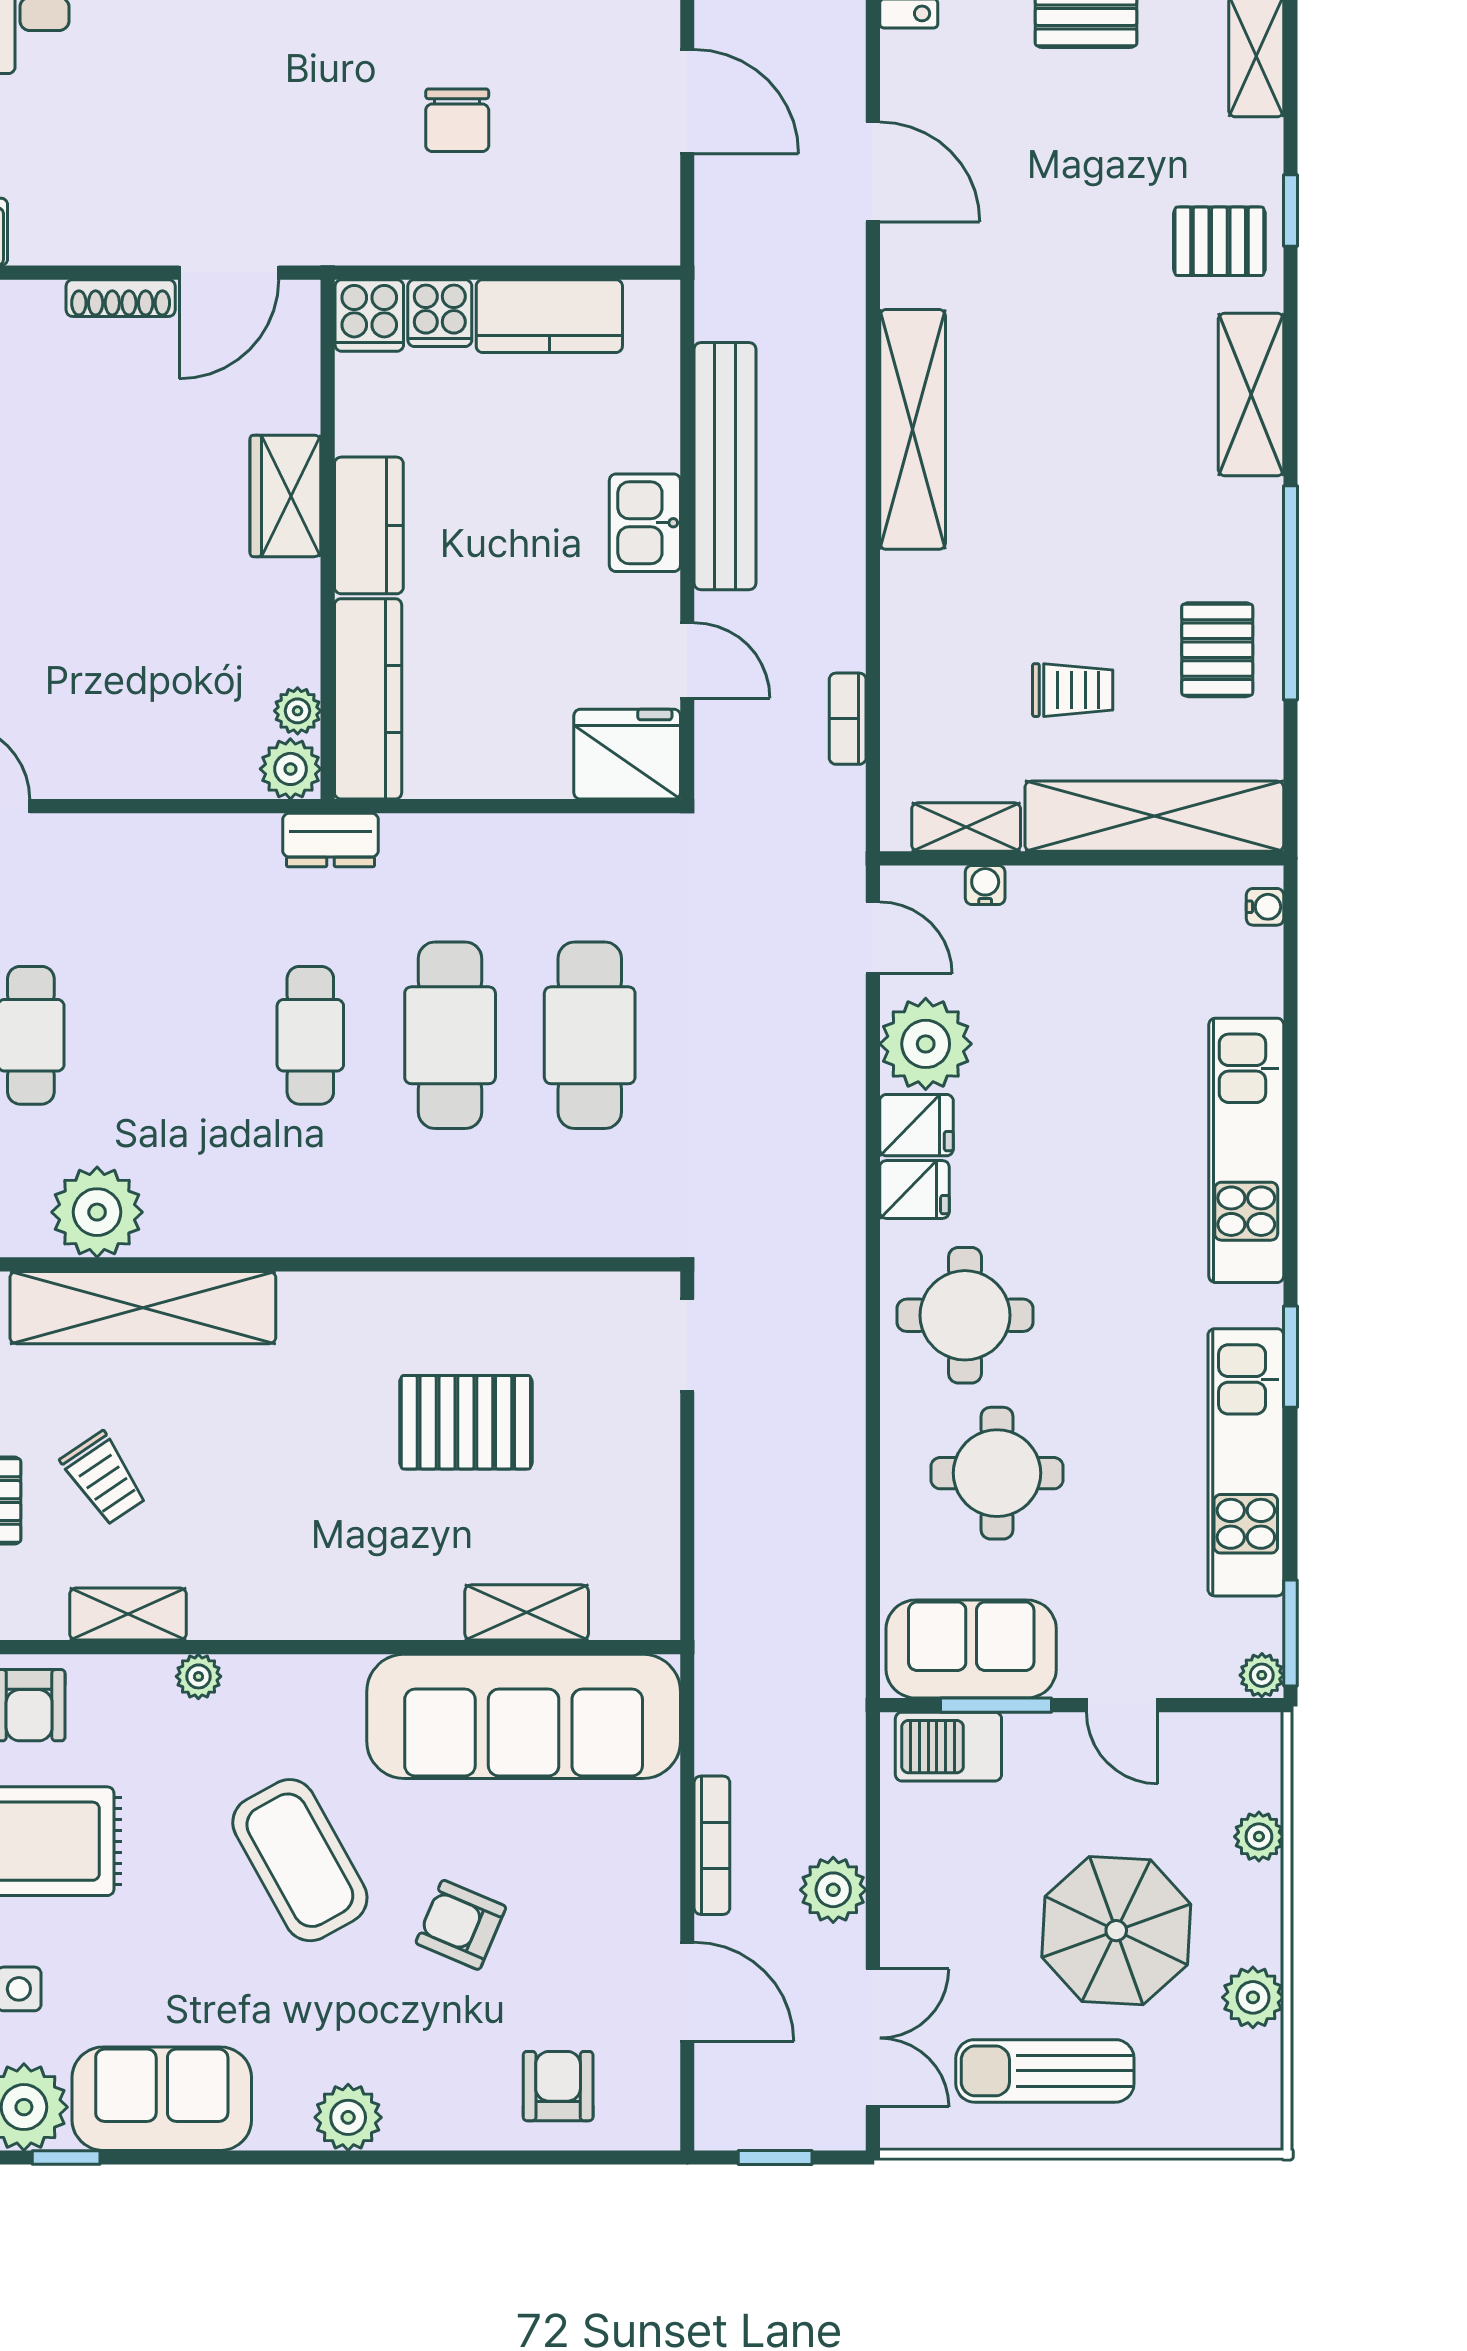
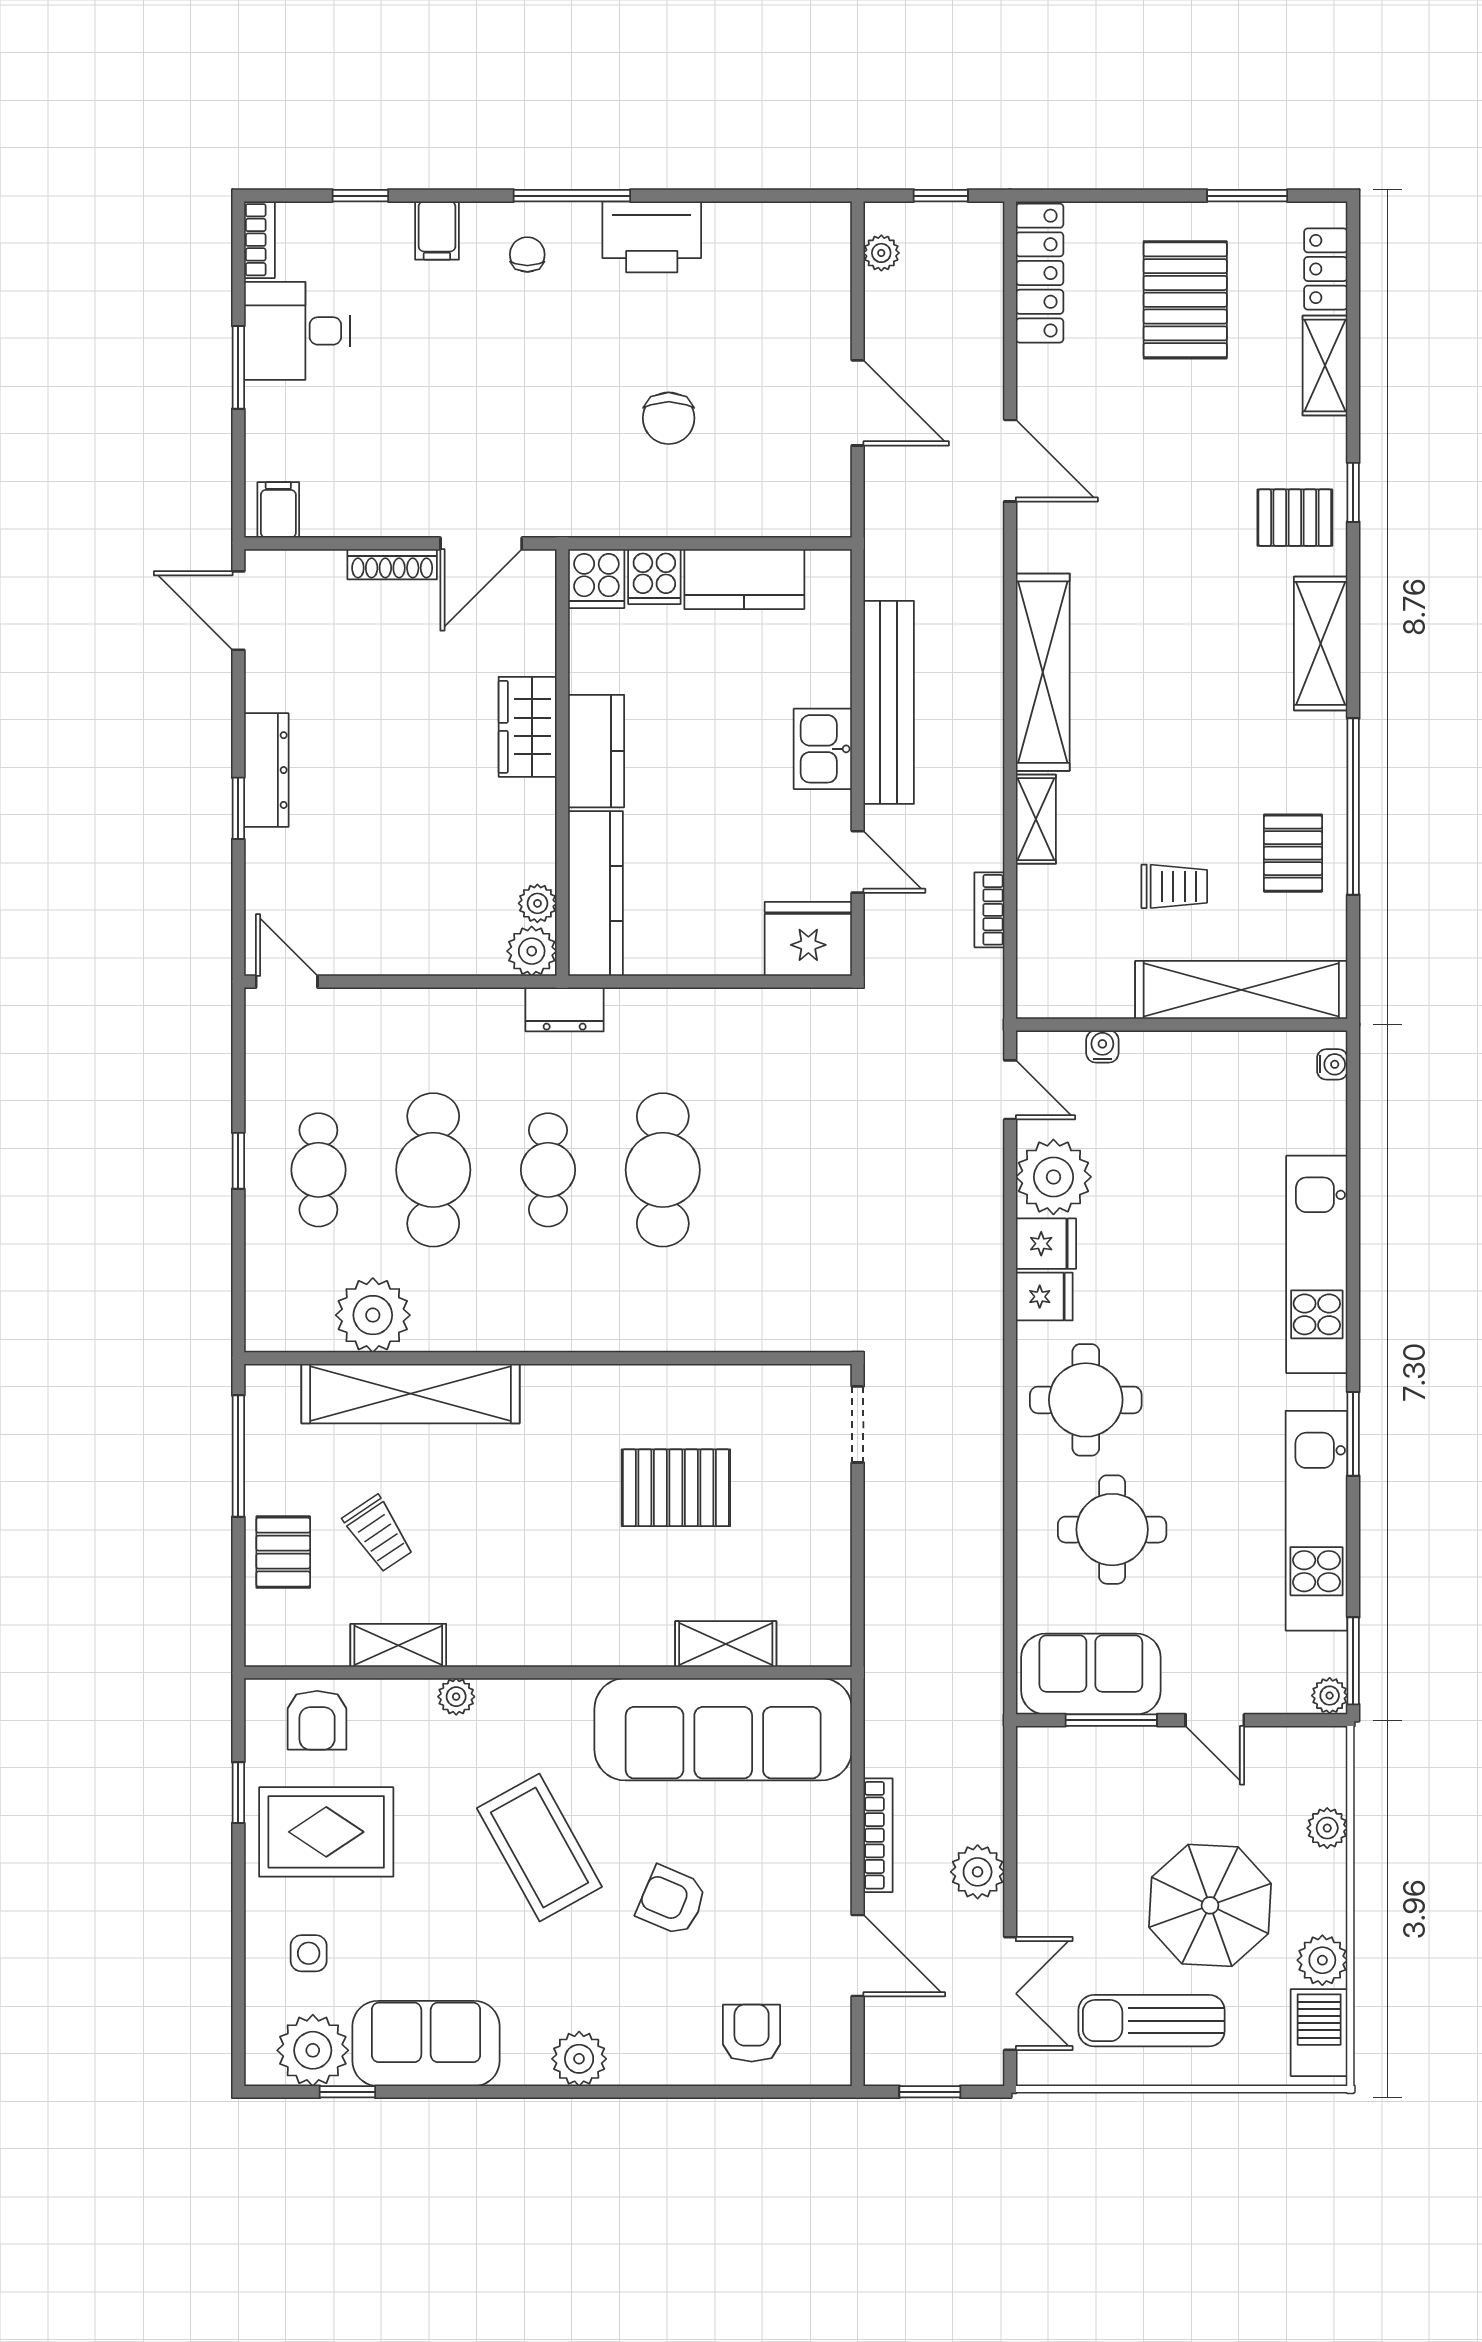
shelving: (966, 827) -> (1036, 819), moved, turned 90
cafe table: (590, 1035) -> (433, 1170), moved
barbecue: (948, 1747) -> (1319, 2033), moved, turned 90

